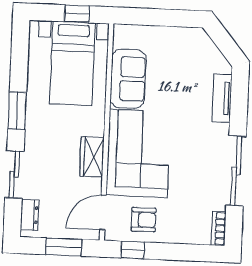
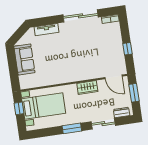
sofa: (128, 79) -> (24, 59), moved, turned 90
corner sofa: (138, 153) -> (81, 65), removed
armchair: (144, 220) -> (113, 56), removed
window: (133, 250) -> (127, 49), moved

